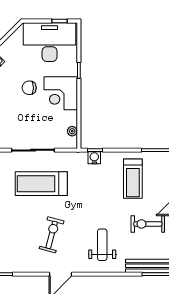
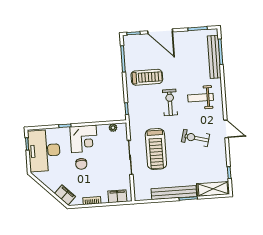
water cooler: (94, 158) -> (133, 109), removed
exercise bike: (148, 224) -> (170, 102), moved, turned 180

